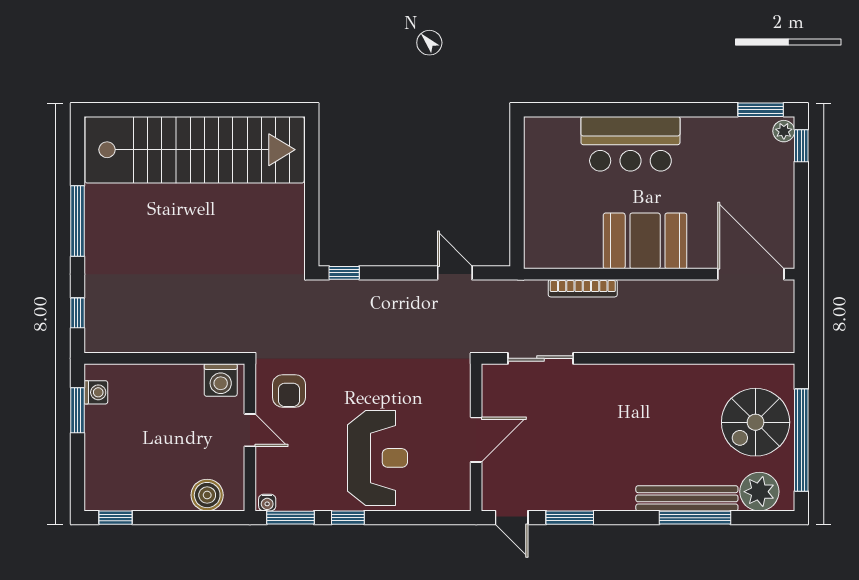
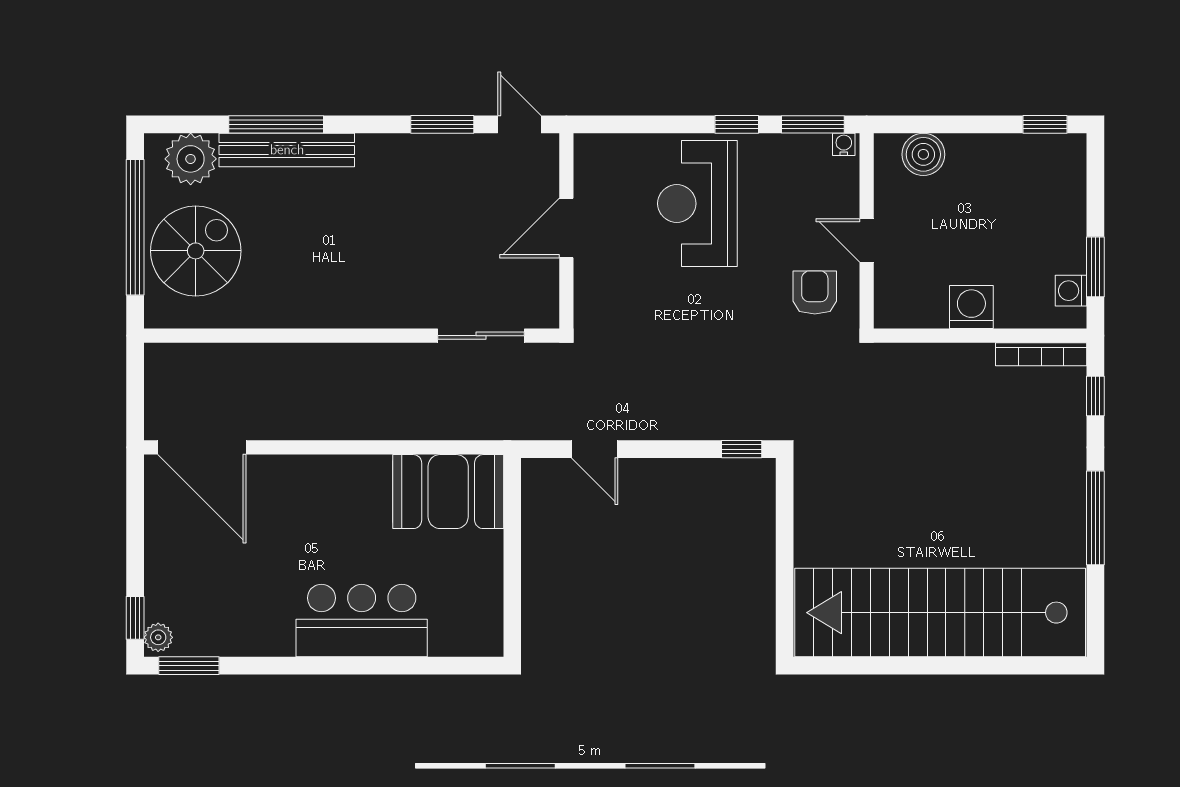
booth: (645, 241) -> (448, 492), moved
bookcase: (583, 288) -> (1041, 354), moved, turned 180
washing machine: (221, 380) -> (971, 307), moved

